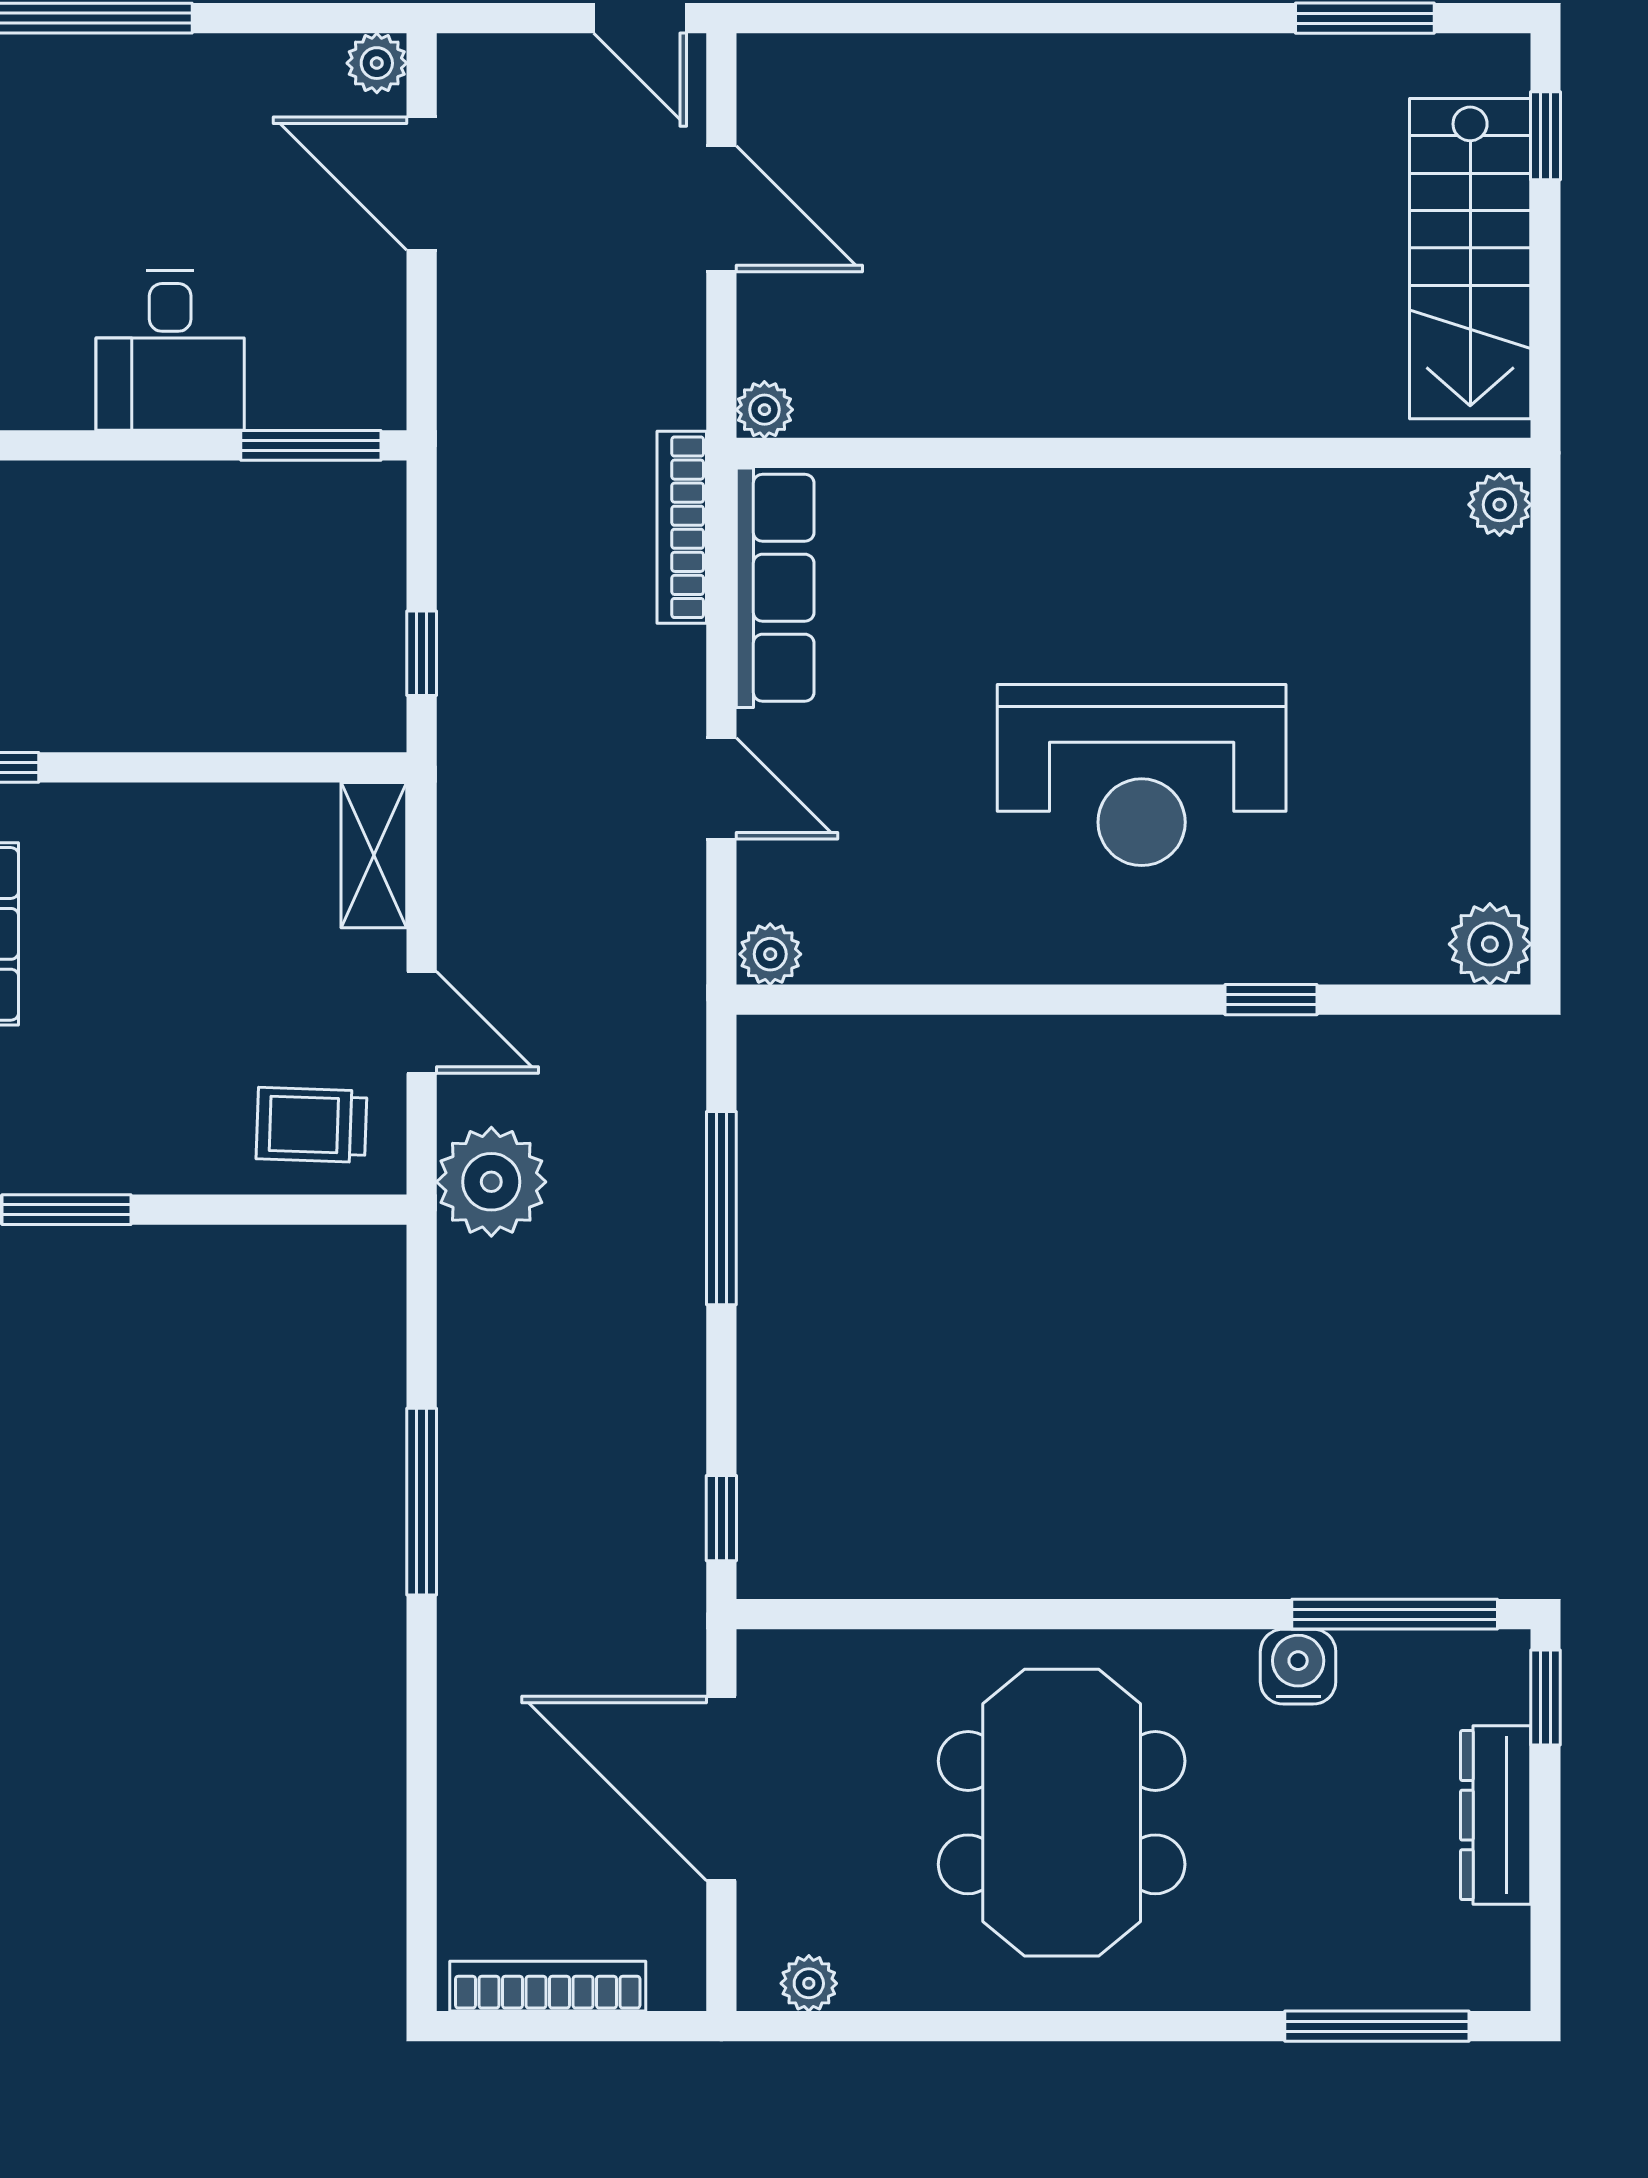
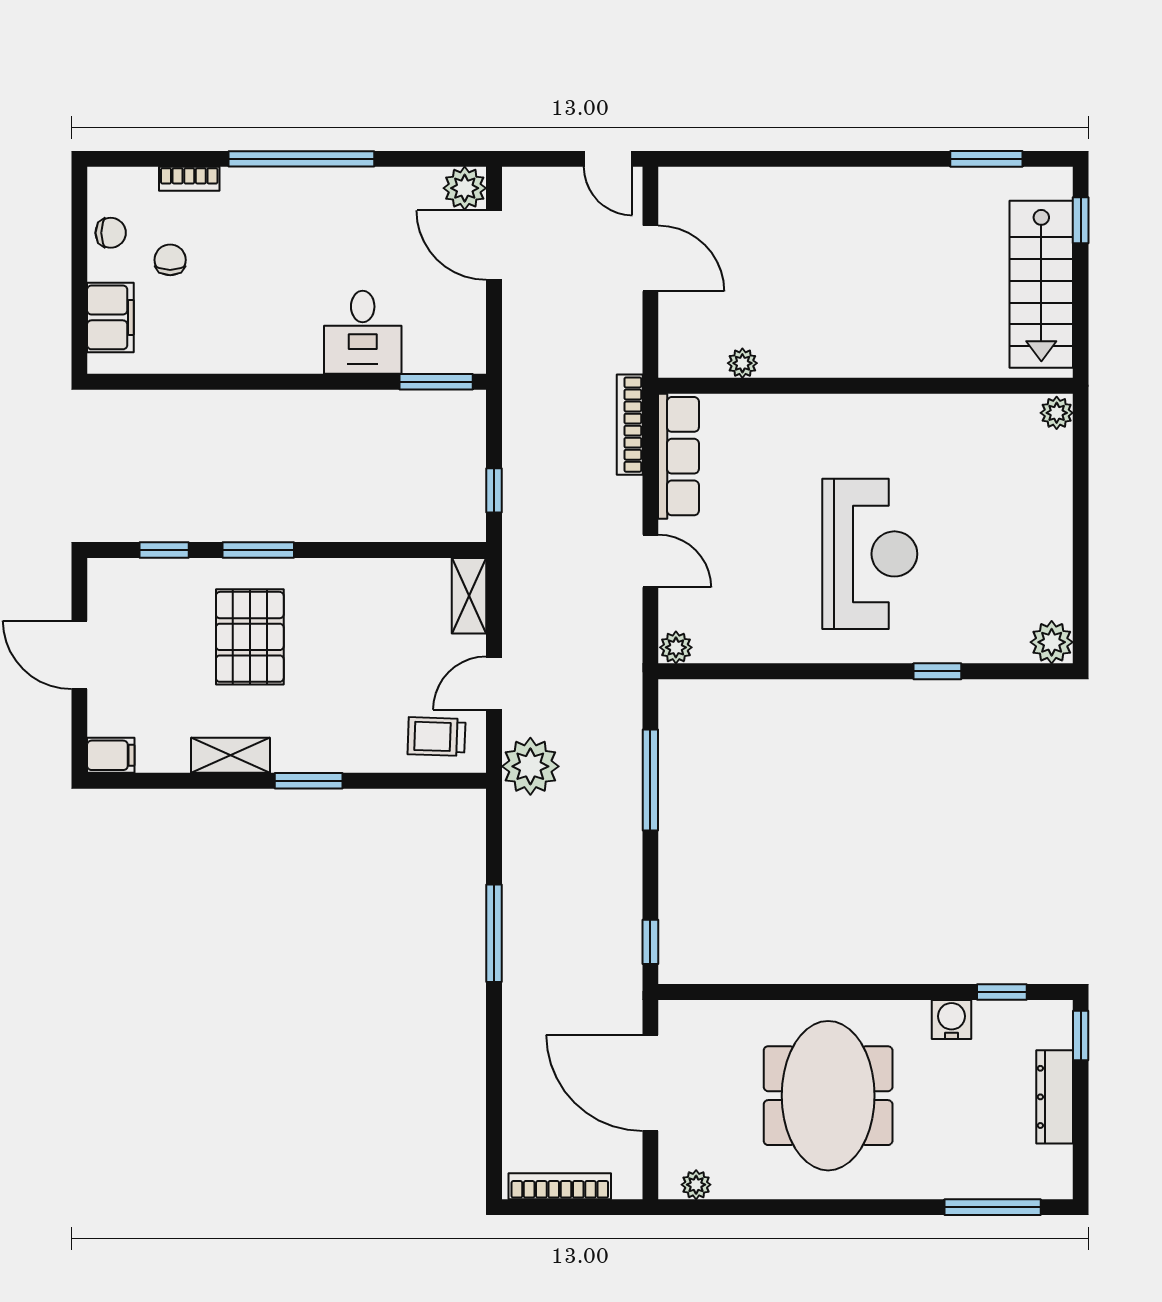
plant: (377, 63) -> (465, 188), width x1.38, depth x1.38
plant: (764, 410) -> (742, 363), moved
reception desk: (1142, 775) -> (870, 554), turned -90
door: (422, 1022) -> (494, 683), swing flipped
window: (1395, 1614) -> (1002, 992), width x0.46

